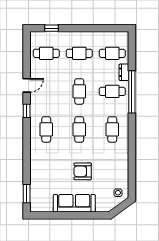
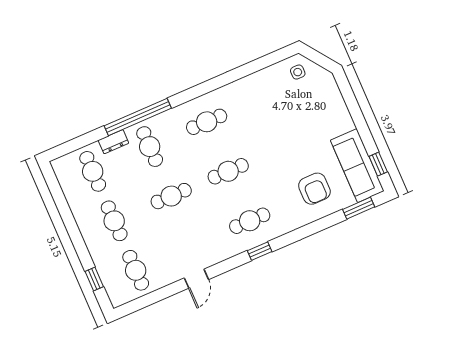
door: (27, 85) -> (196, 279), swing flipped
window: (27, 111) -> (260, 251), moved
armchair: (83, 171) -> (314, 189), moved
sofa: (74, 203) -> (357, 166), moved
window: (47, 215) -> (378, 164), added

